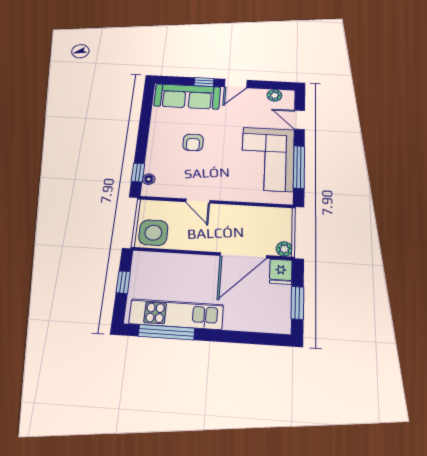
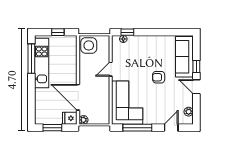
armchair: (193, 142) -> (159, 77), moved
corner sofa: (268, 159) -> (127, 103), moved, turned 90

